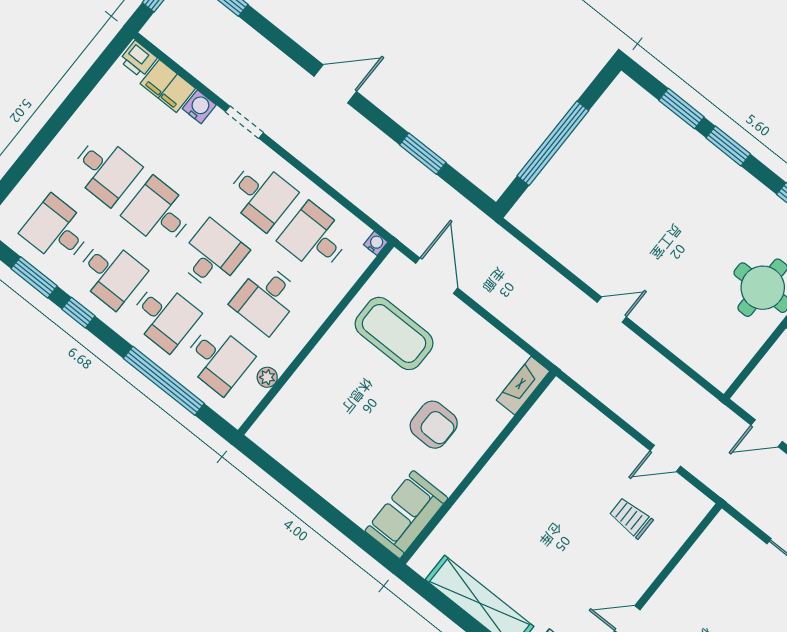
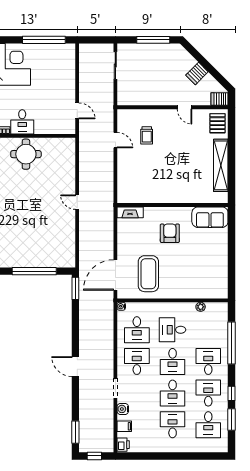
filing cabinet: (168, 86) -> (124, 426), width x0.50
window: (423, 154) -> (75, 288), moved
desk: (212, 256) -> (173, 361), turned -90
door: (437, 276) -> (115, 275), width x1.36
desk: (266, 299) -> (173, 330), turned 180
desk: (218, 359) -> (208, 330), removed

